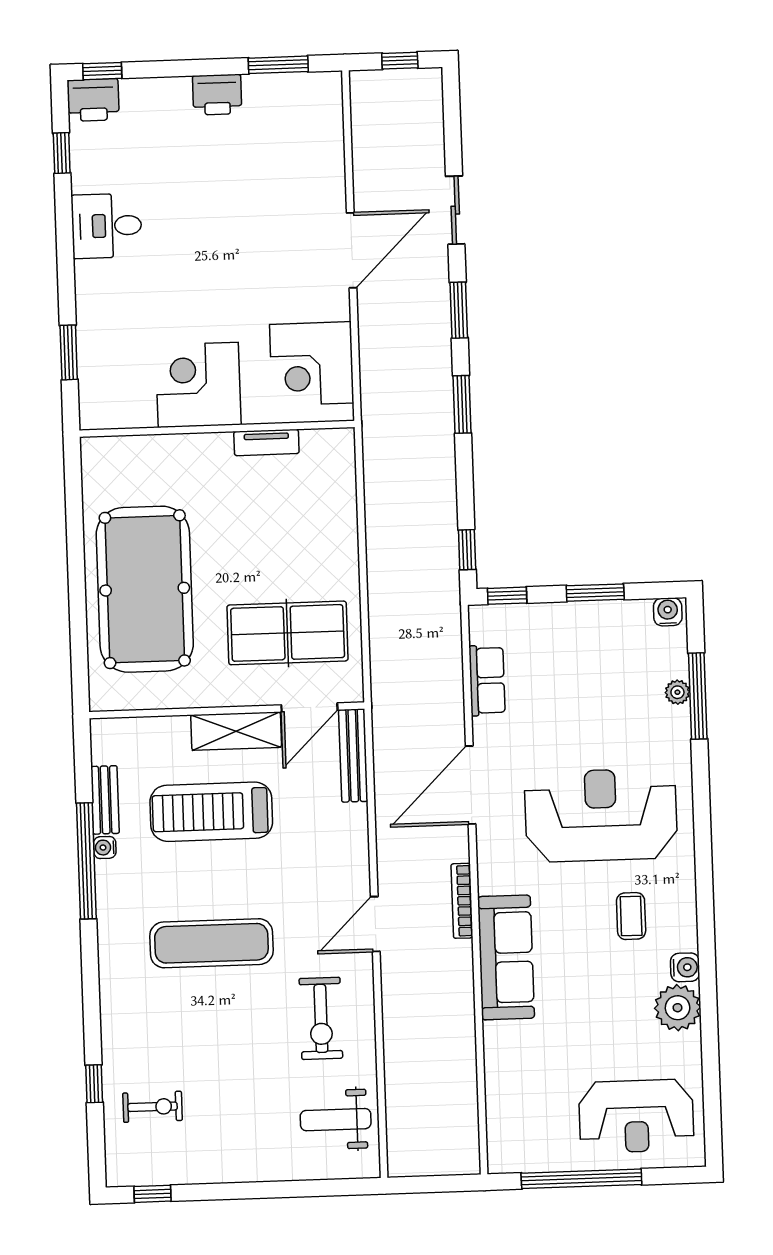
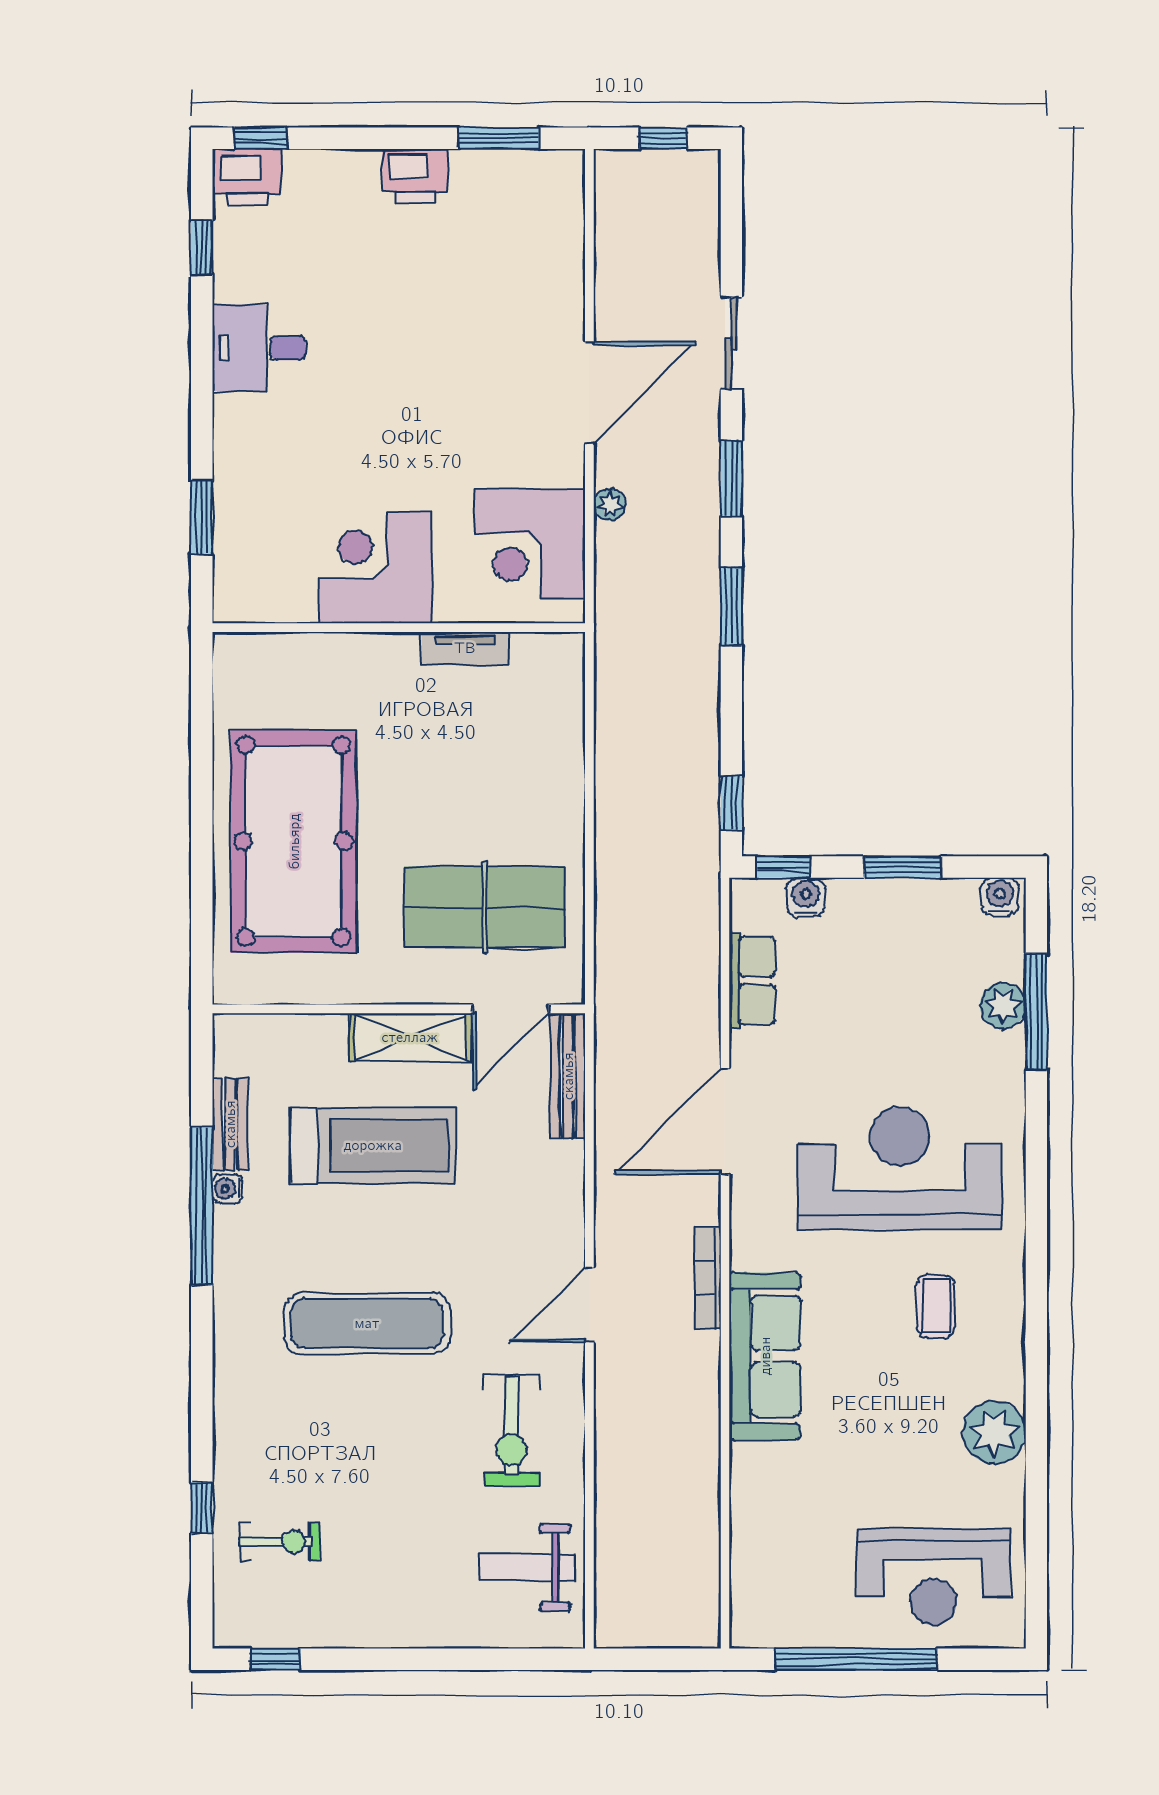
plant: (370, 332) -> (610, 505), added
plant: (677, 692) -> (1003, 1006), width x1.38, depth x1.38
treadmill: (211, 812) -> (373, 1145), turned 180
water cooler: (685, 967) -> (806, 897), moved, turned -90

